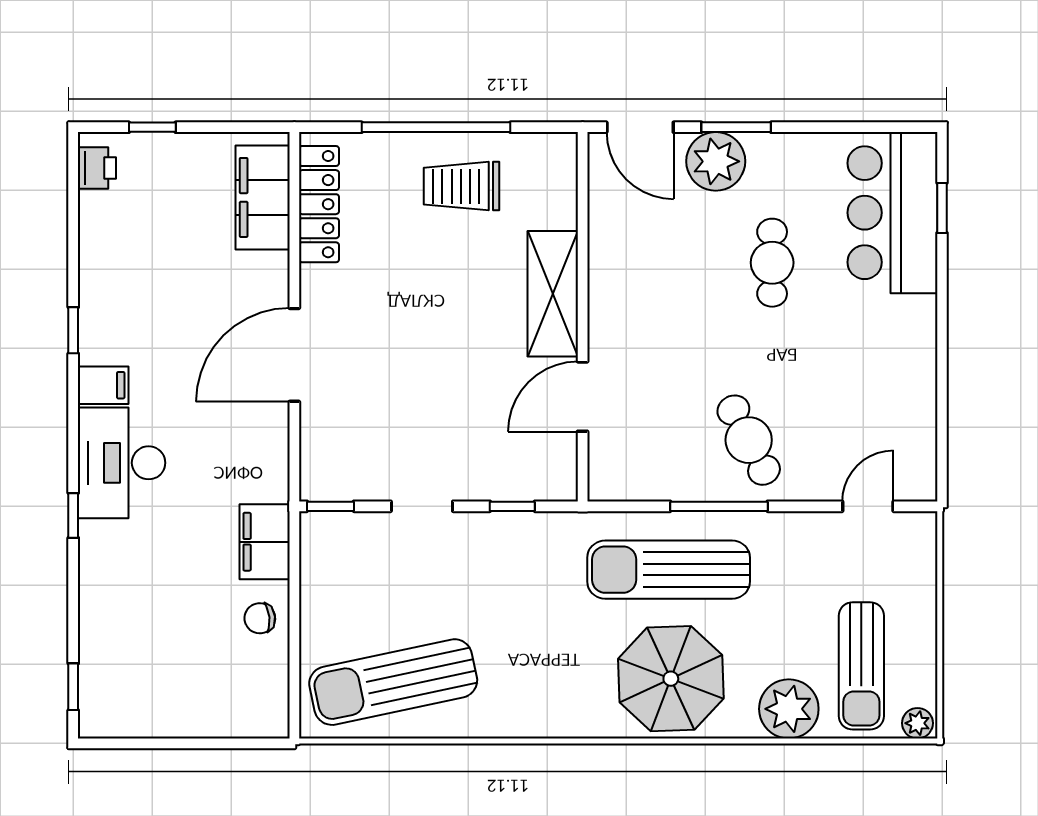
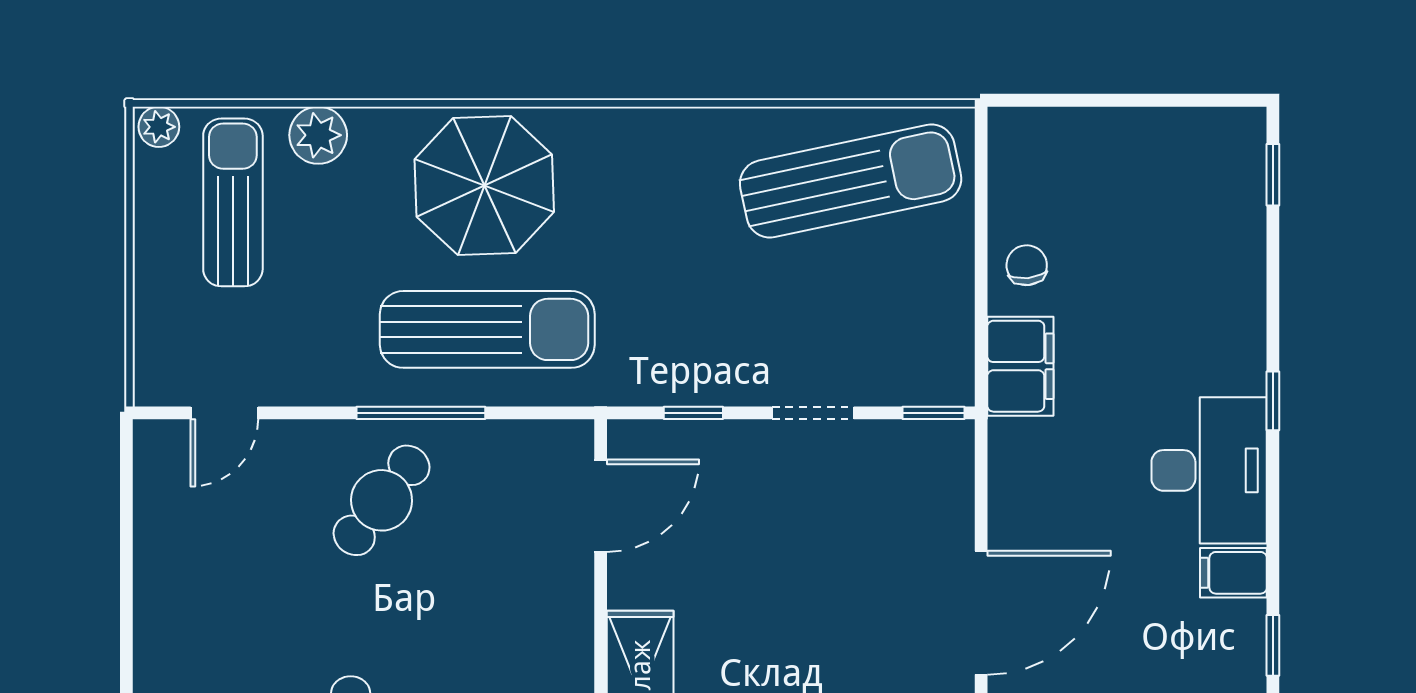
door: (583, 397) -> (601, 506), moved
cafe table: (749, 440) -> (382, 500), turned 65
chair: (260, 618) -> (1027, 265), turned -90
plant: (789, 709) -> (318, 135), width x0.73, depth x0.73

